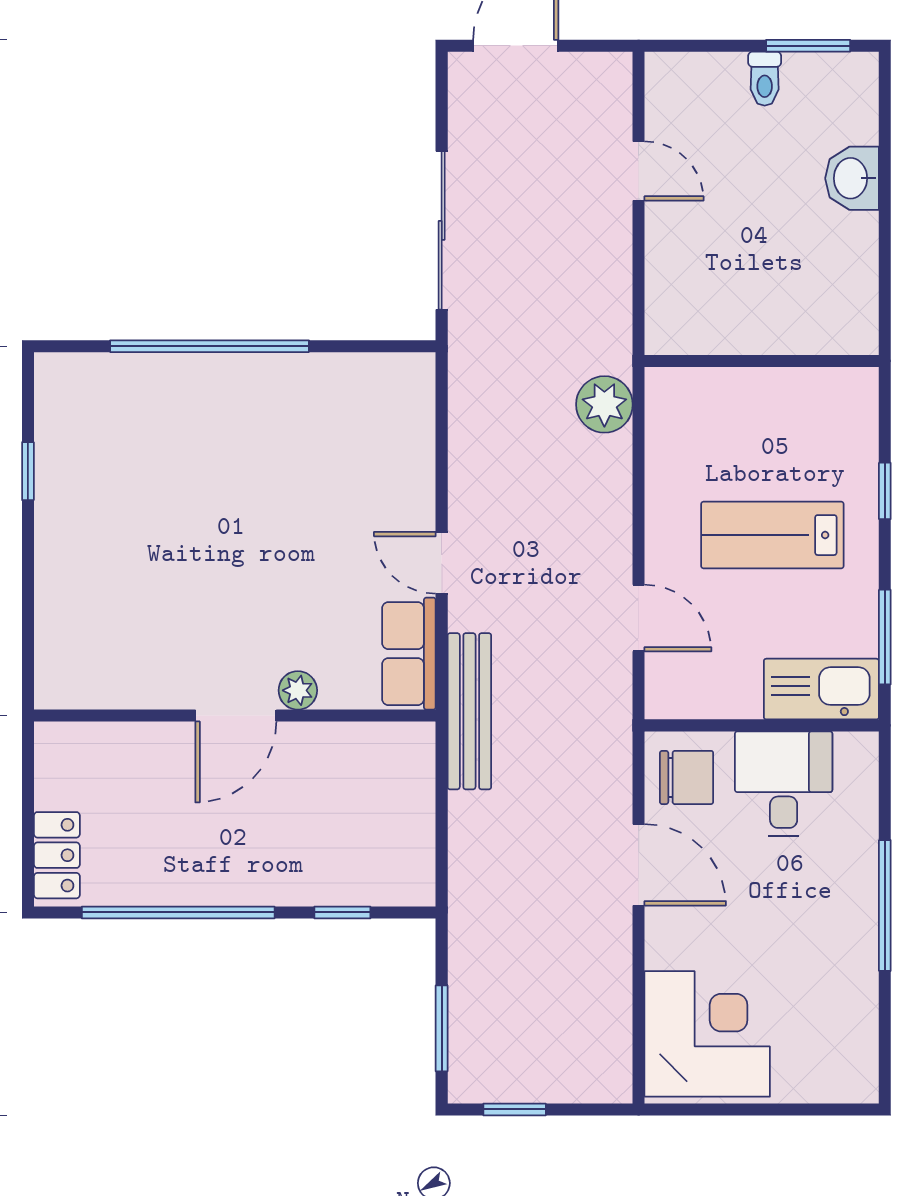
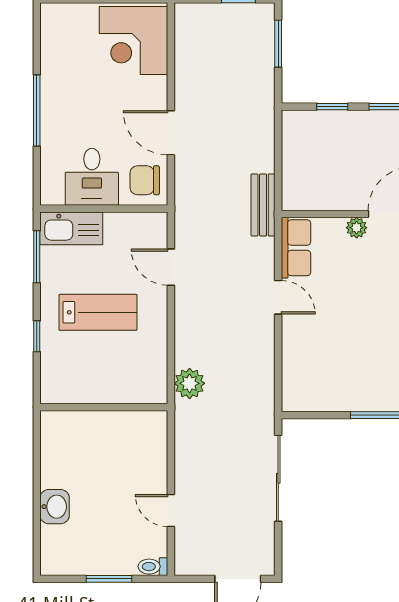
window: (808, 46) -> (109, 579), moved
toilet: (765, 79) -> (153, 567), moved, turned -90
bench: (469, 711) -> (263, 205), width x0.73

